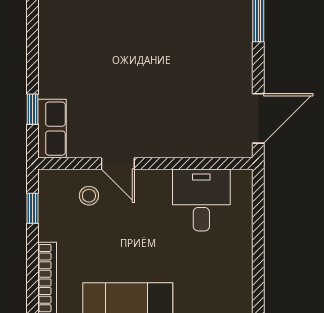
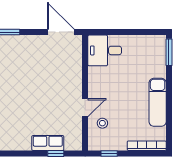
row of seats: (52, 129) -> (48, 143), moved
desk: (201, 200) -> (105, 50), moved

